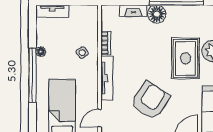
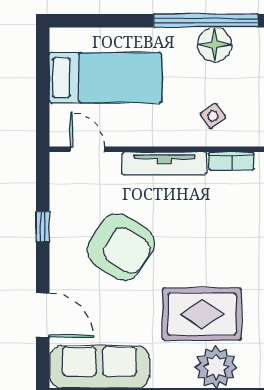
floor lamp: (41, 52) -> (215, 44), width x1.89, depth x1.89
window: (32, 75) -> (206, 21), moved

